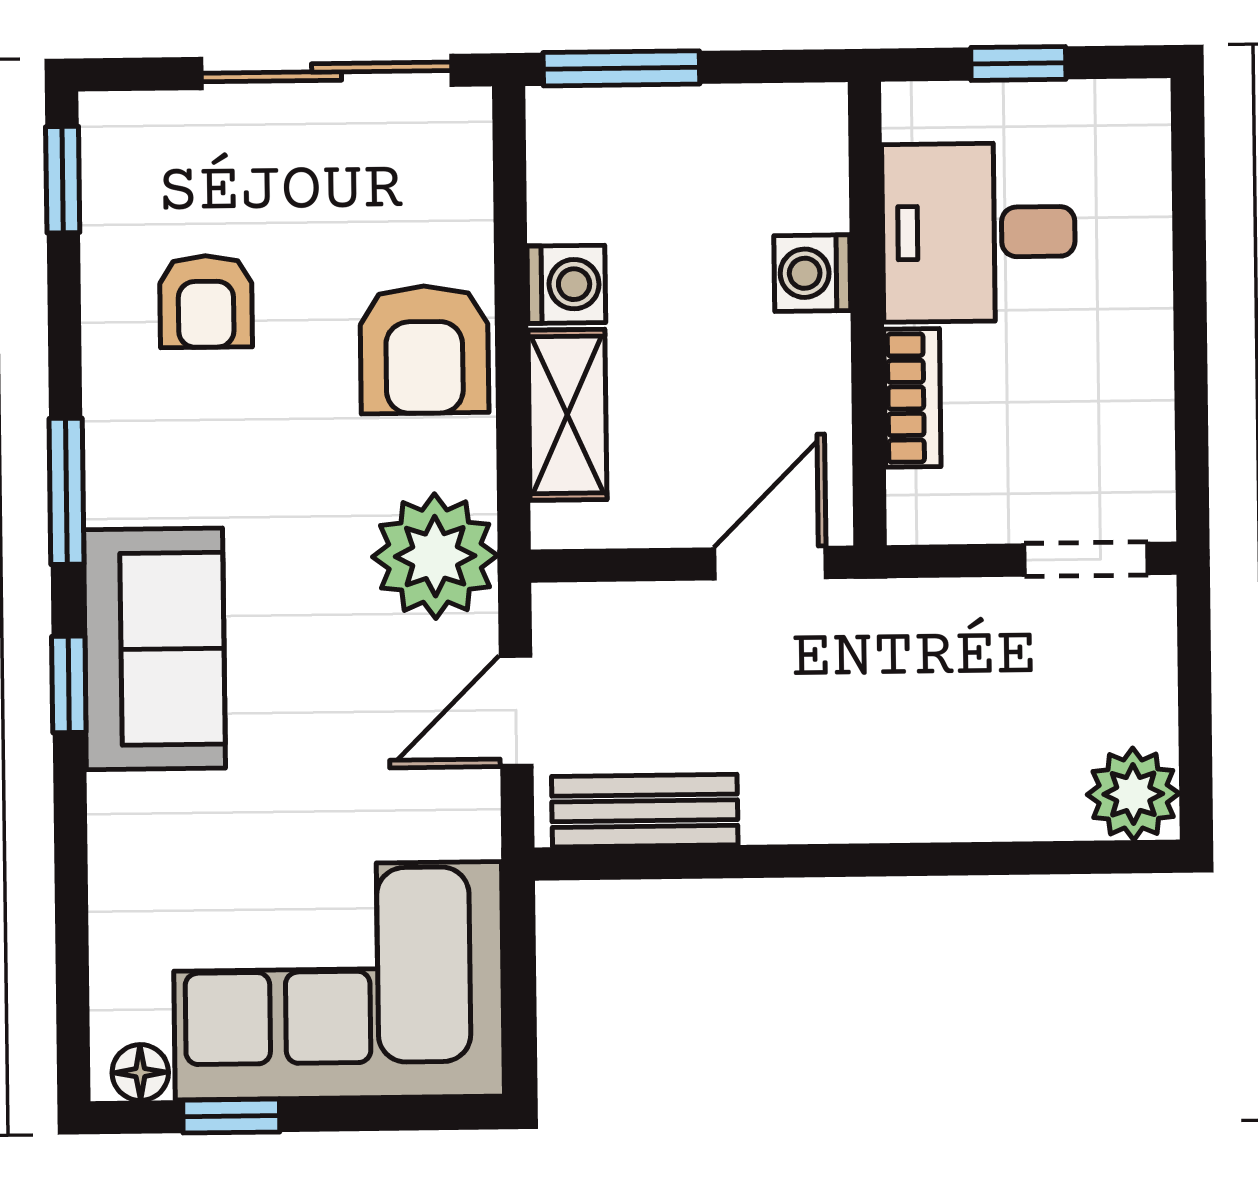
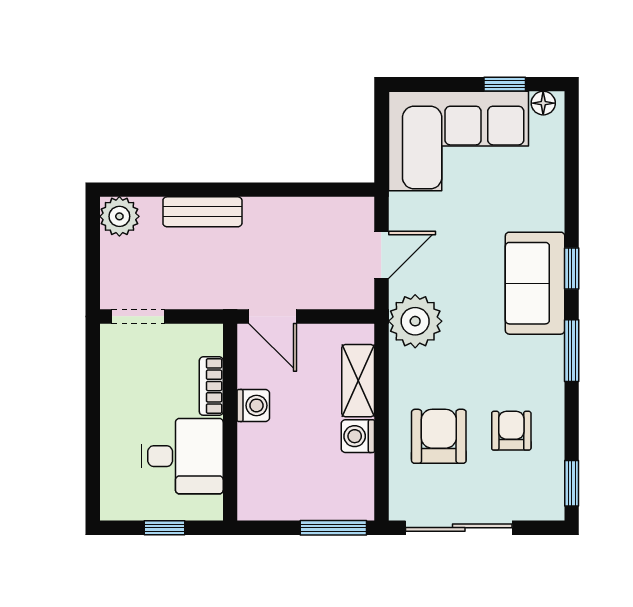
washing machine: (812, 273) -> (253, 405), moved
armchair: (424, 350) -> (439, 436), moved
door: (770, 563) -> (273, 316), hinge flipped
bench: (645, 811) -> (202, 212), moved

